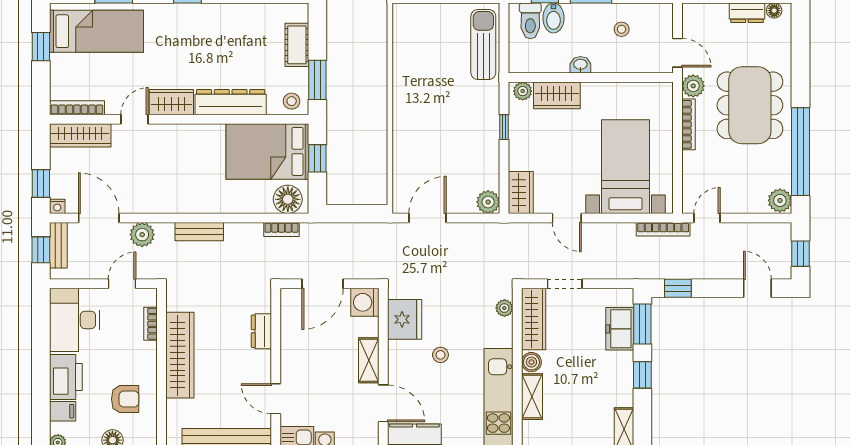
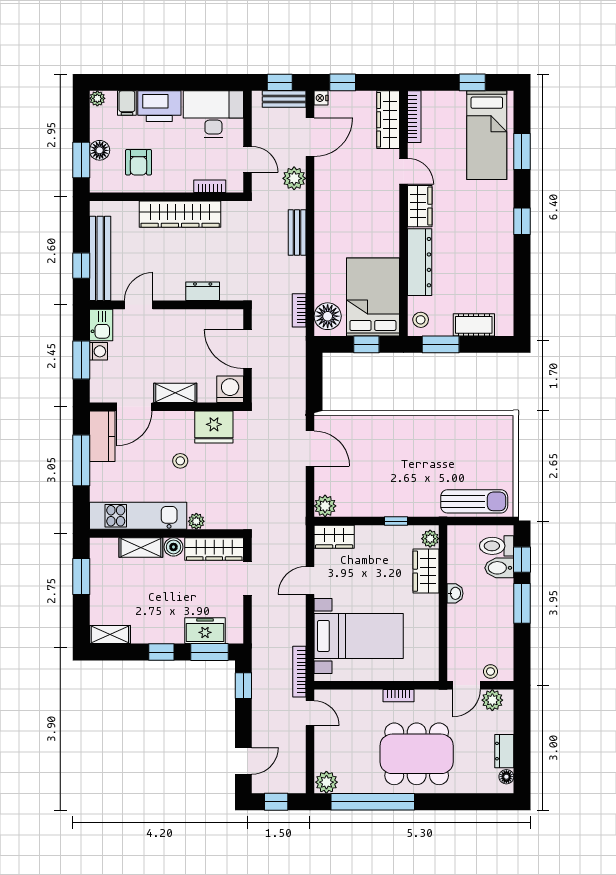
stool: (622, 29) -> (490, 671), moved
plant: (693, 86) -> (492, 700), moved
bookcase: (688, 124) -> (398, 696), width x0.64
plant: (504, 308) -> (196, 521), moved

